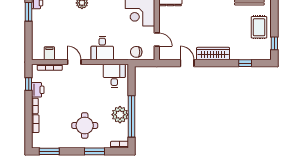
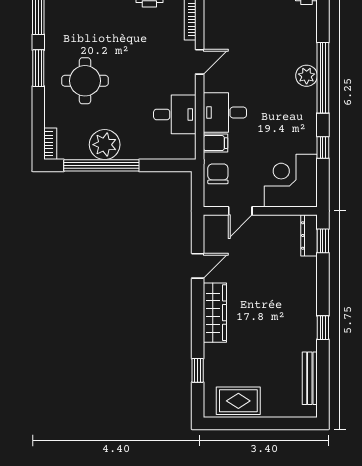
rug: (259, 27) -> (238, 401), moved
window: (274, 43) -> (233, 423), removed
filing cabinet: (49, 53) -> (215, 143), moved
desk: (114, 76) -> (175, 114), moved
window: (94, 151) -> (38, 68), moved

